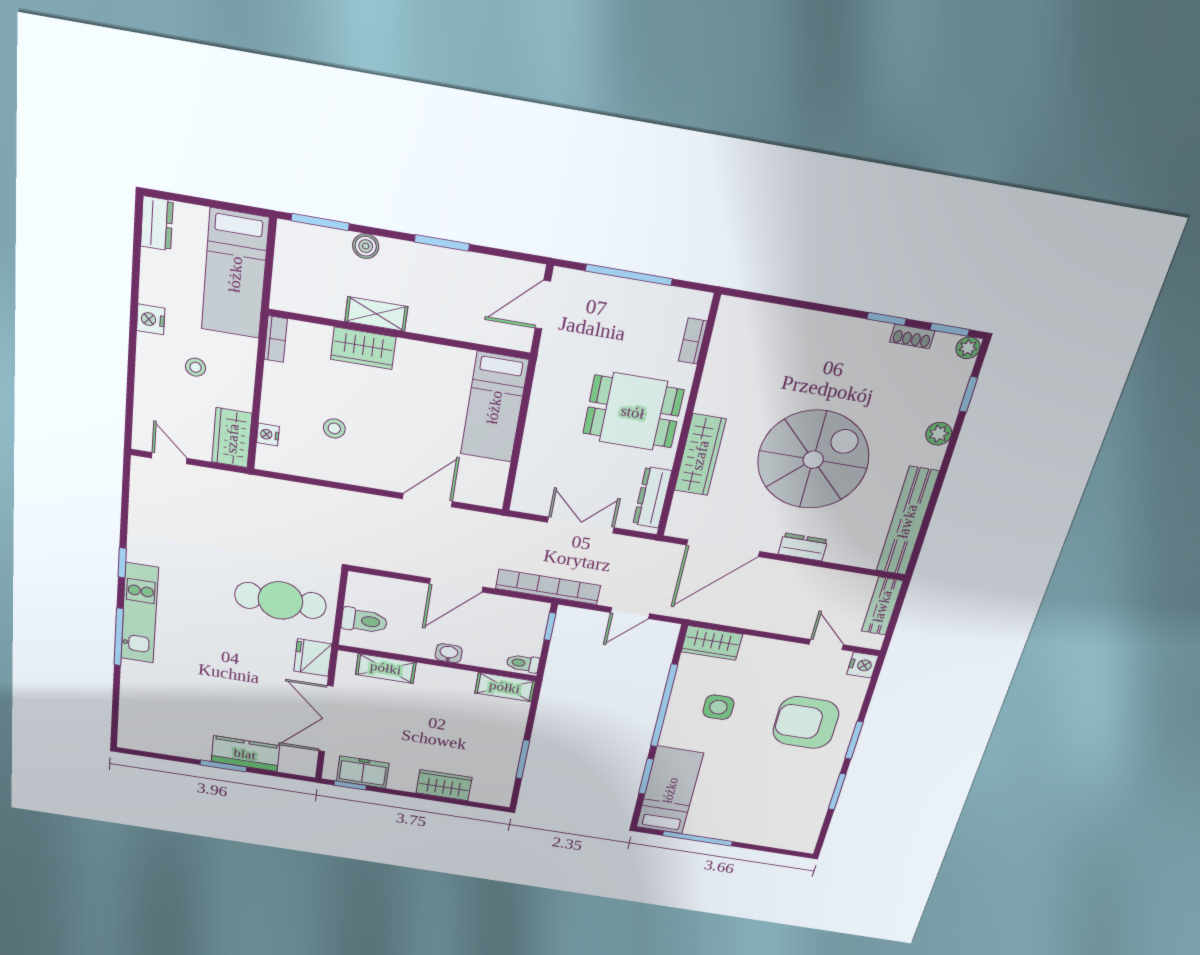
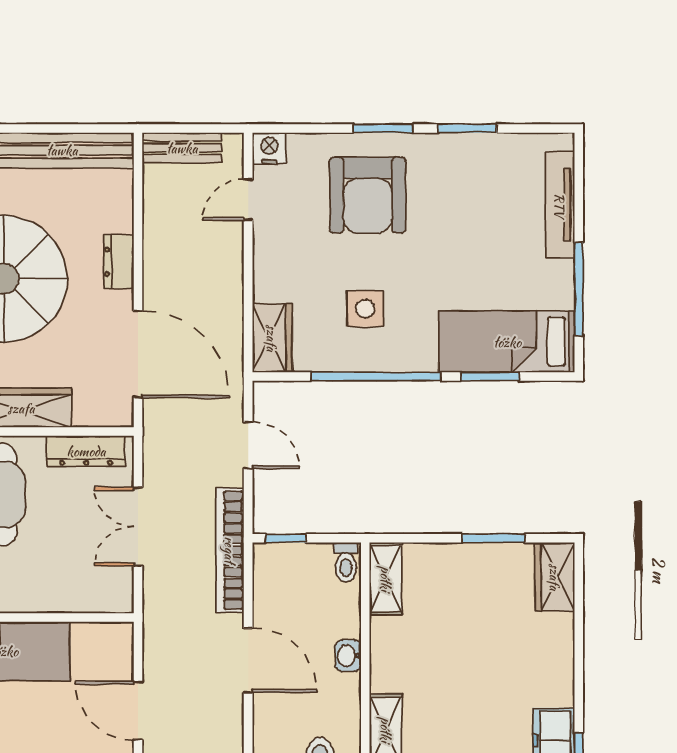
wardrobe: (444, 785) -> (555, 577), moved
tv unit: (763, 837) -> (560, 205), added

